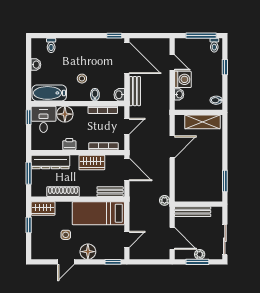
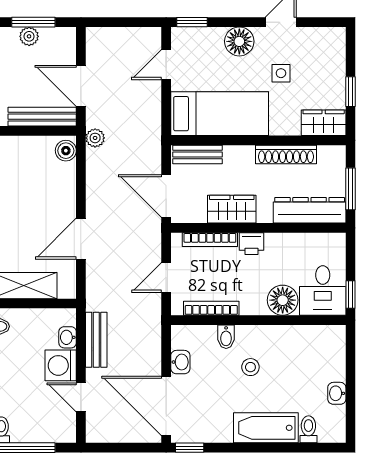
bench: (135, 91) -> (96, 340), moved
bathtub: (49, 93) -> (266, 428), moved, turned 180
washbasin: (119, 95) -> (180, 362), moved
printer: (69, 144) -> (252, 244), moved
boiler: (180, 194) -> (66, 151), added
door: (172, 238) -> (81, 86), moved

